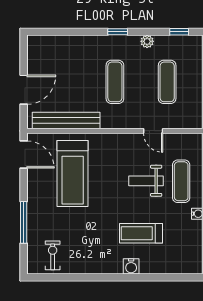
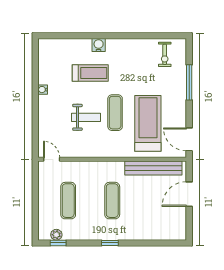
plant: (147, 41) -> (56, 235), moved
door: (153, 131) -> (52, 159), moved
exercise mat: (181, 181) -> (115, 113), moved

